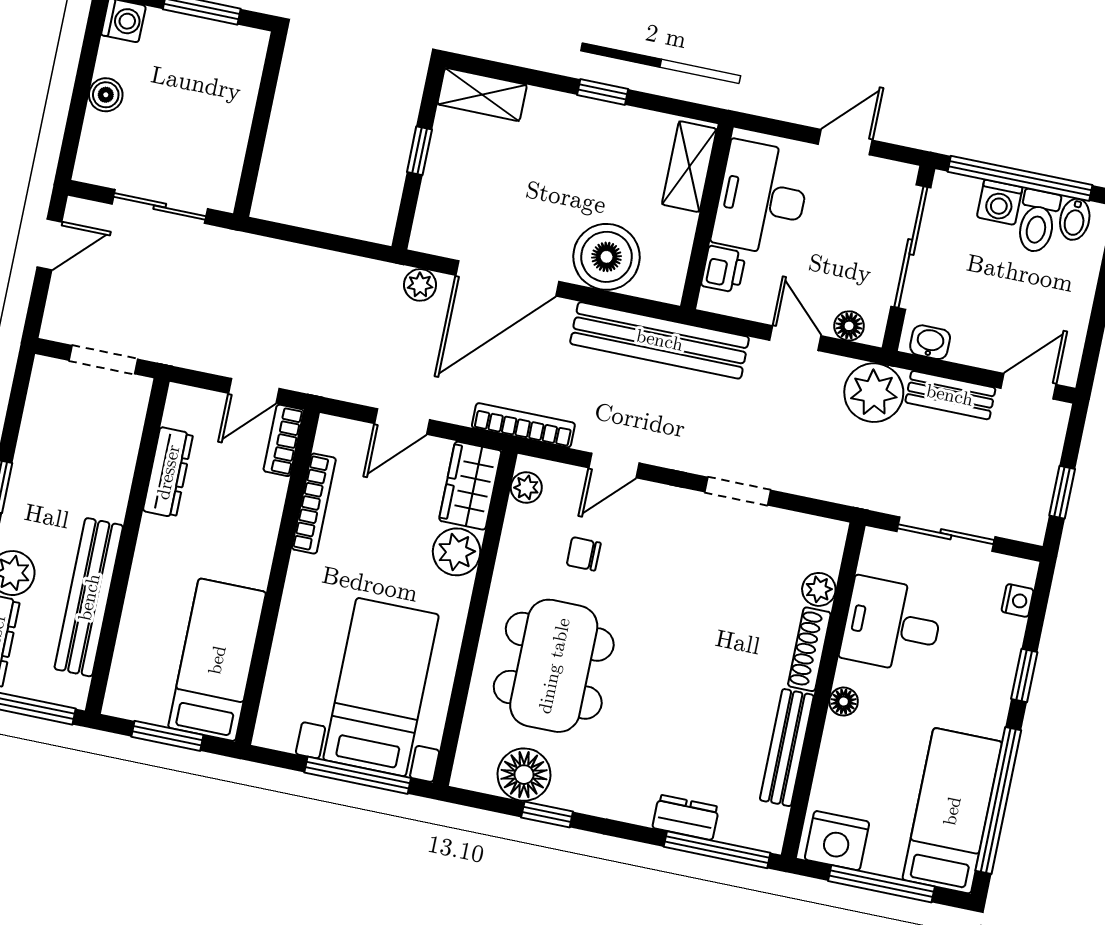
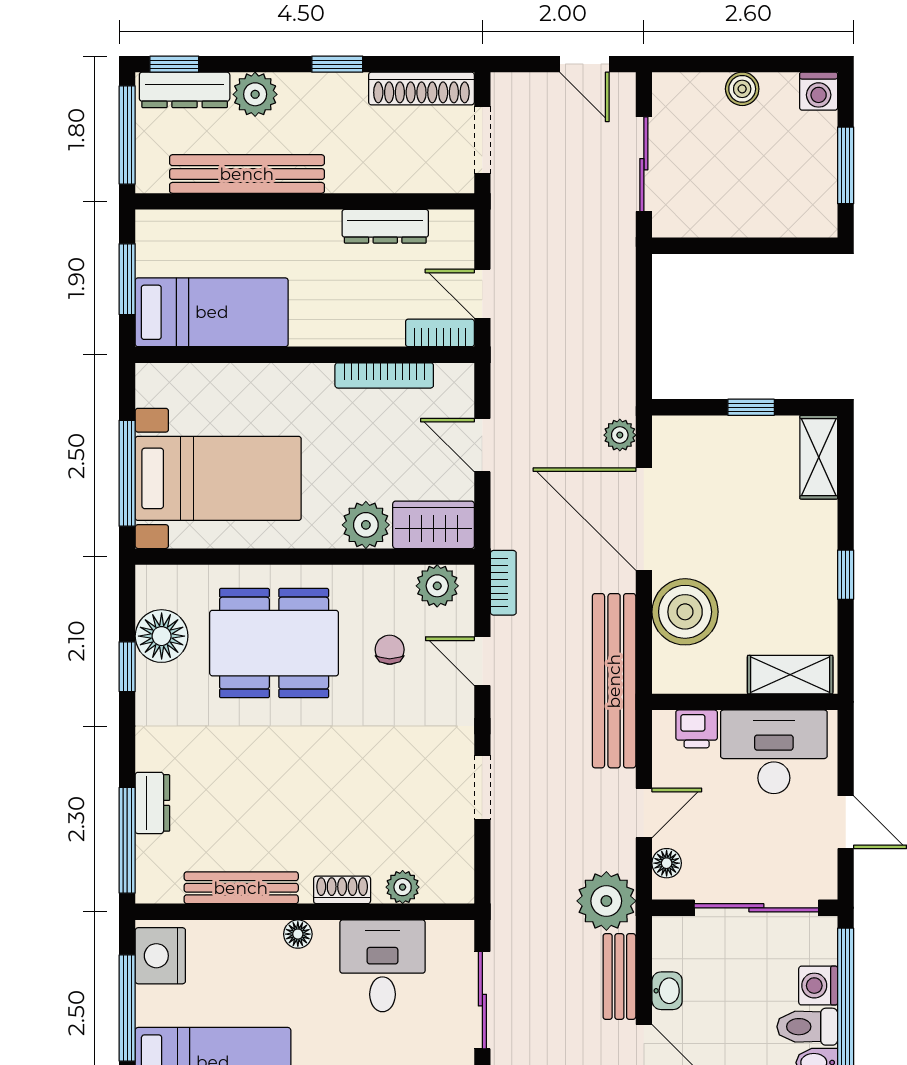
washbasin: (930, 342) -> (667, 991), moved
shoe rack: (40, 409) -> (421, 88), added
bookcase: (523, 425) -> (503, 583), width x0.64
plant: (526, 487) -> (437, 586), width x1.38, depth x1.38
shoe rack: (809, 649) -> (342, 890), width x0.70

